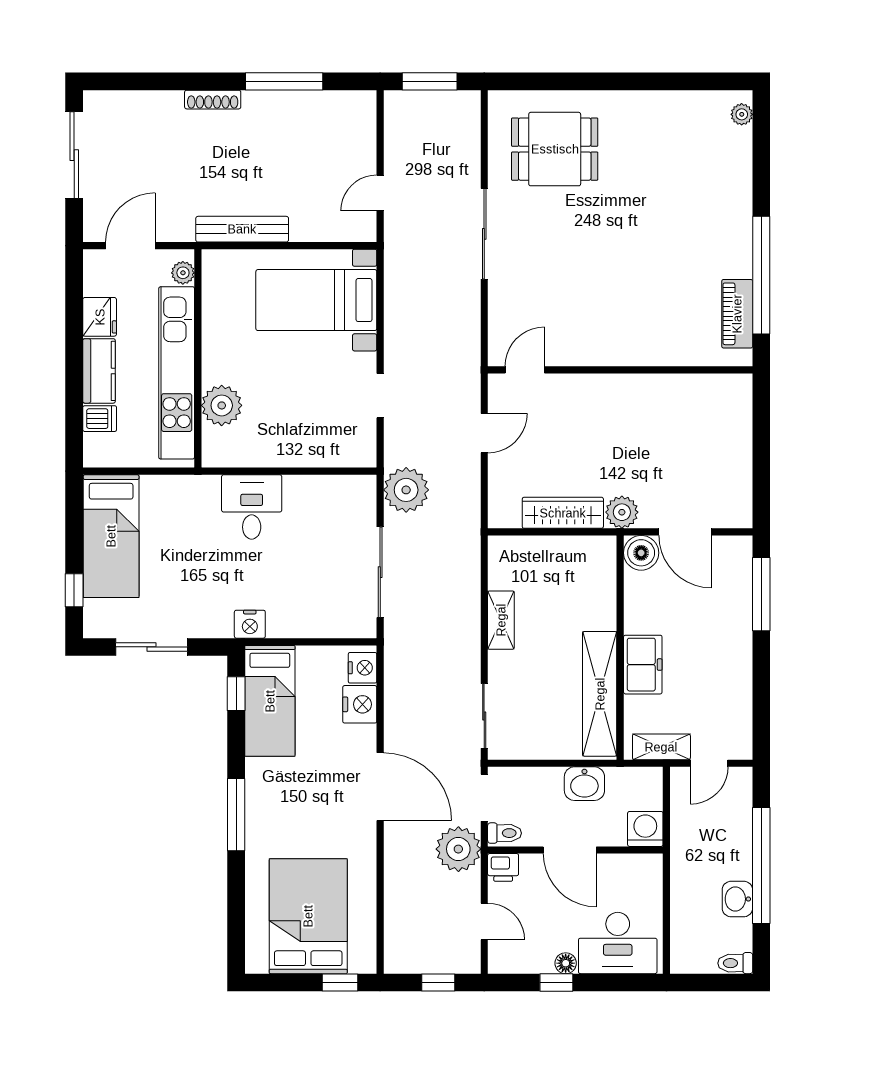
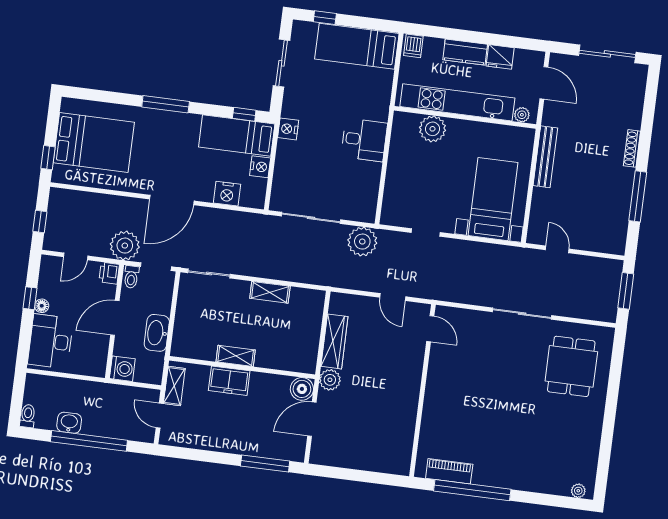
dishwasher: (100, 419) -> (413, 46), moved
nightstand: (362, 668) -> (260, 167), moved, turned -90
shelving: (600, 694) -> (236, 356), width x0.45, depth x0.75
washbasin: (584, 784) -> (157, 333), width x1.38

